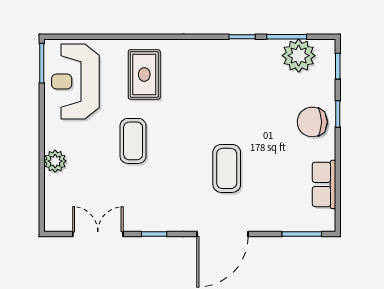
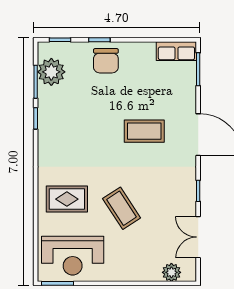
coffee table: (133, 141) -> (122, 208), turned 57
plant: (55, 161) -> (171, 272), moved
row of seats: (324, 184) -> (176, 51), moved

